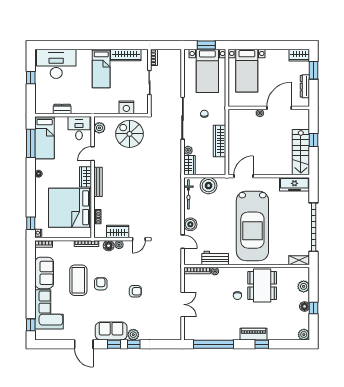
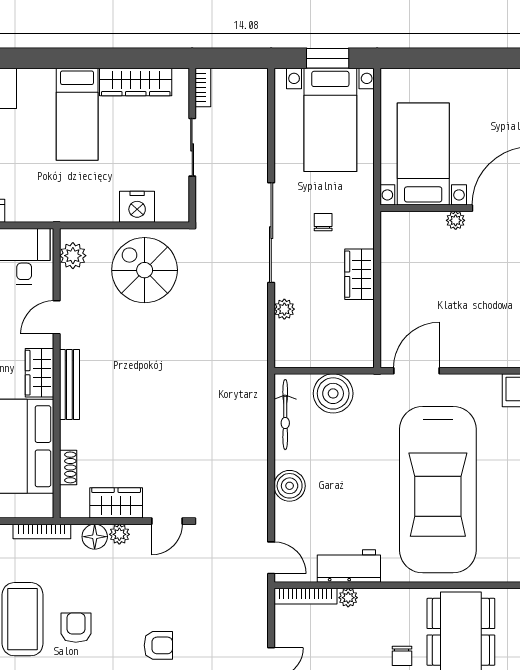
bed with nightstands: (247, 71) -> (423, 154), moved, turned 180
wardrobe: (220, 141) -> (359, 274), width x0.67
wardrobe: (189, 165) -> (288, 345), removed
door: (183, 242) -> (271, 558), moved

